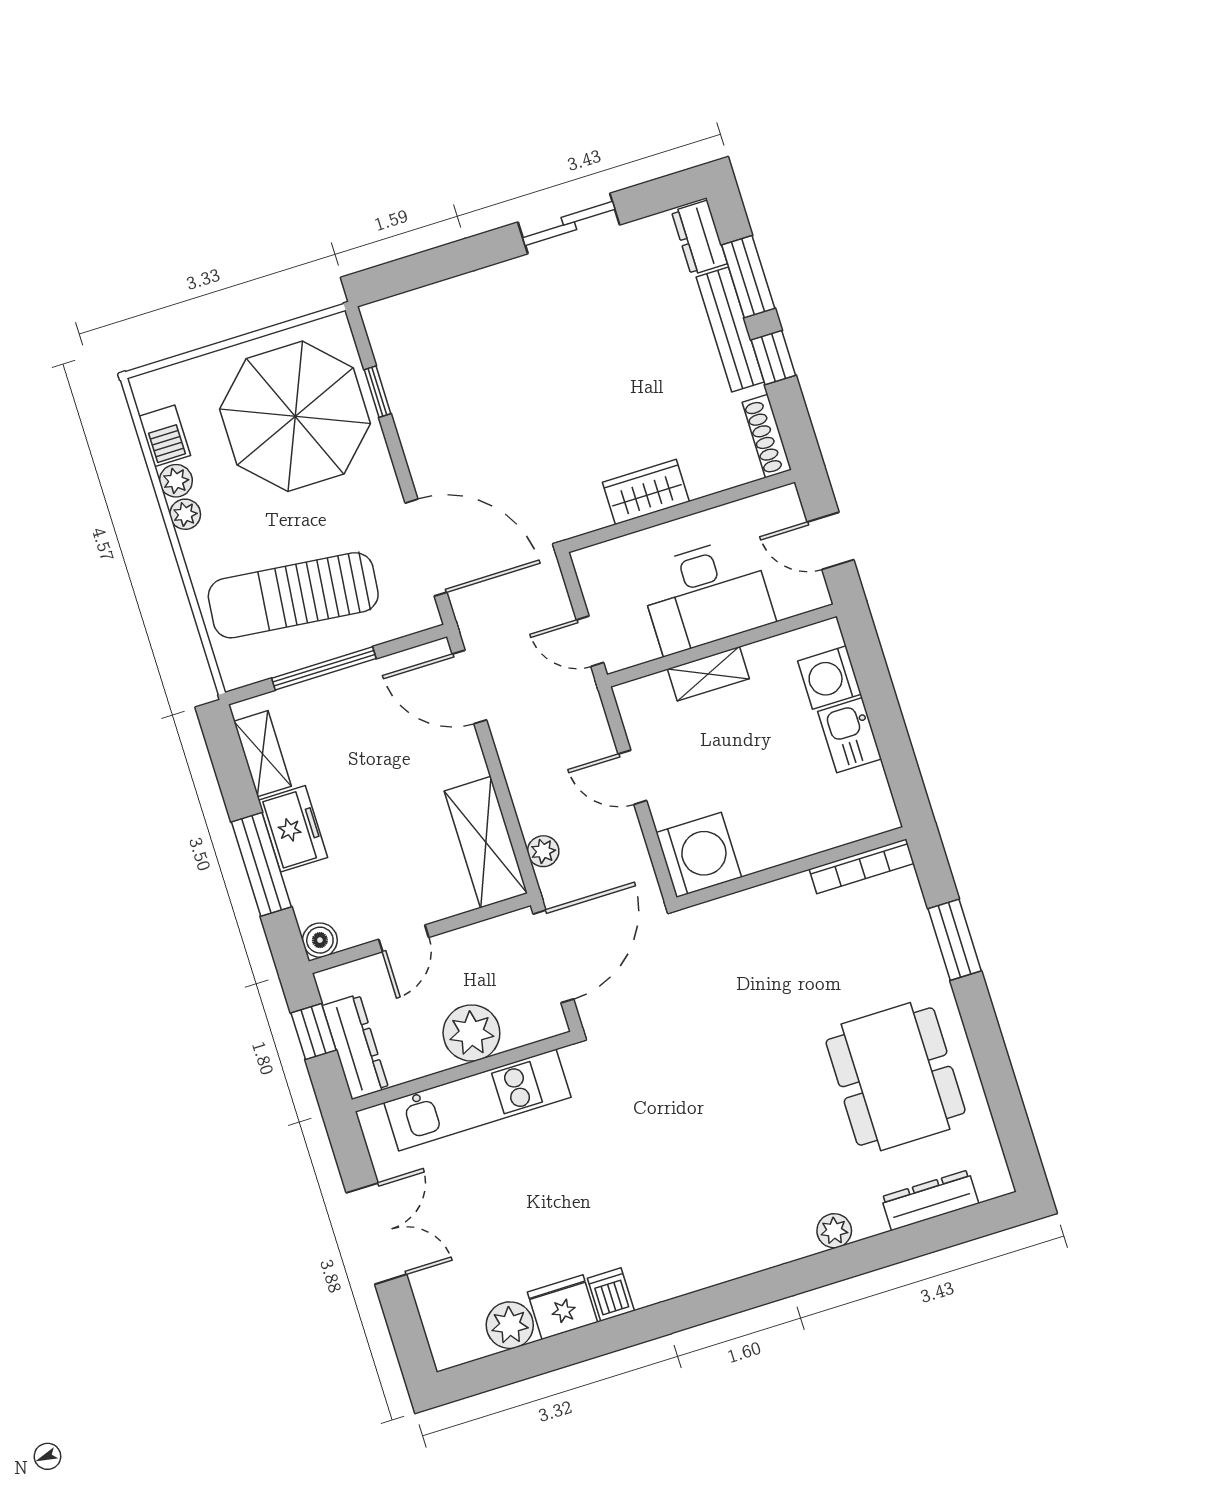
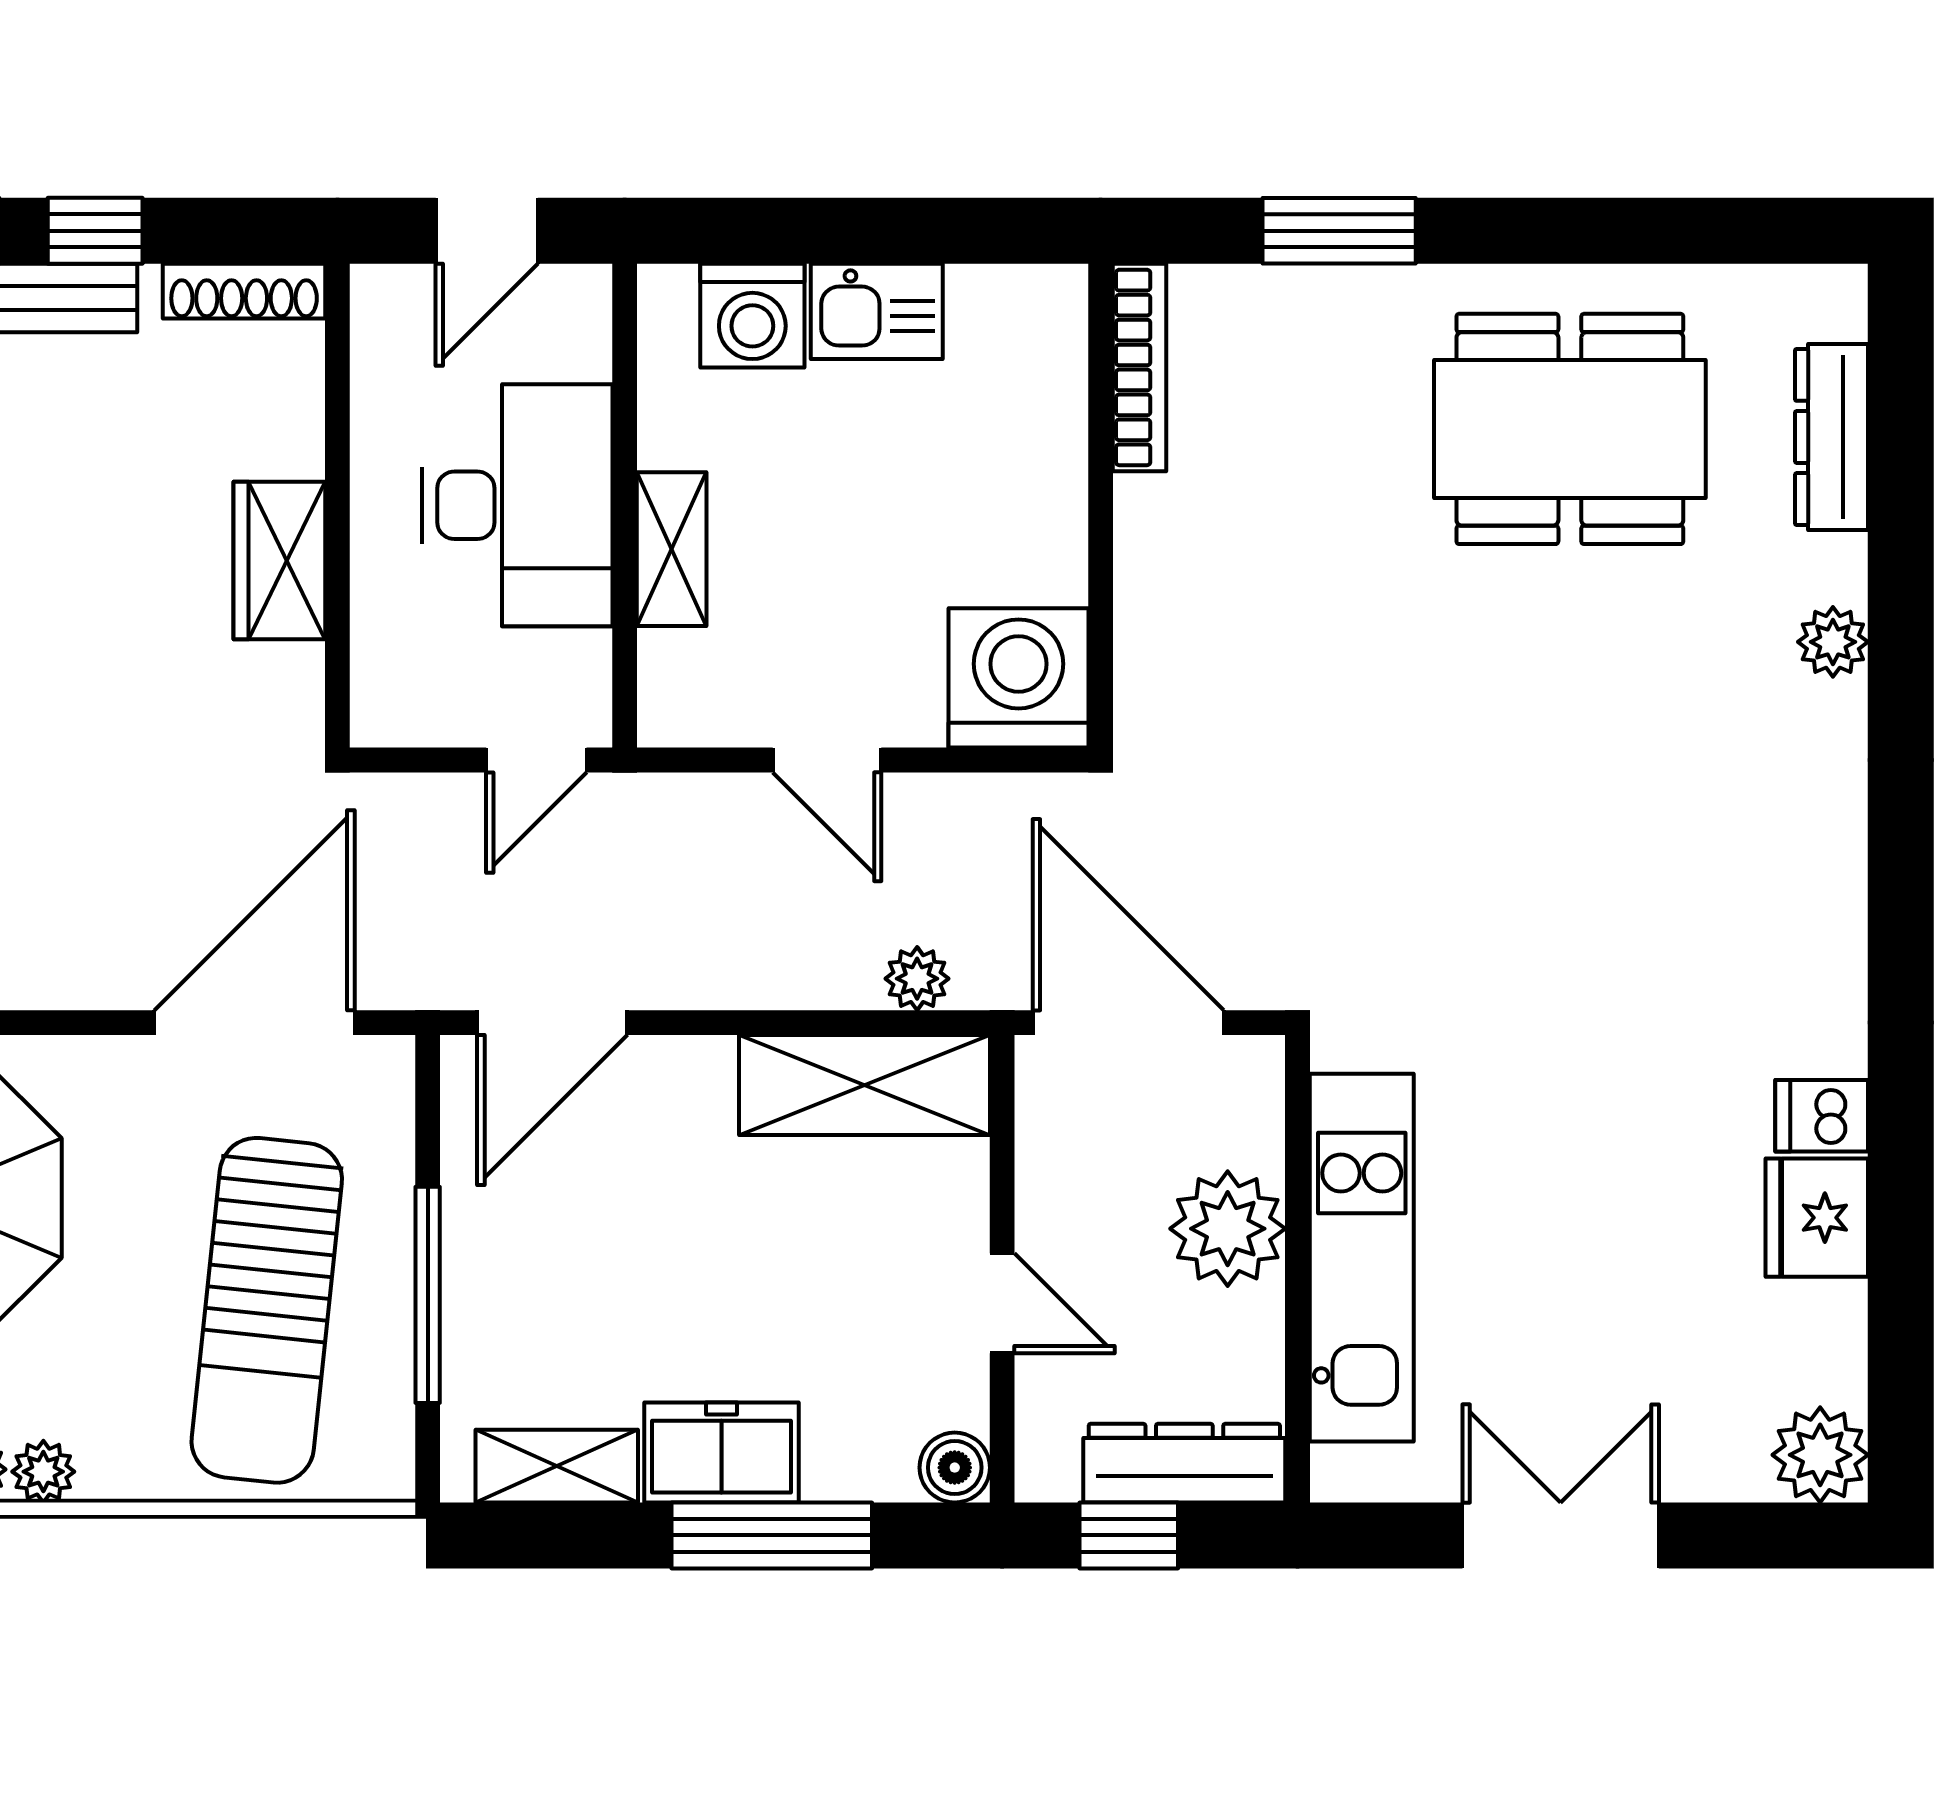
door: (632, 777) -> (827, 760), hinge flipped
plant: (510, 1325) -> (1820, 1455), moved

